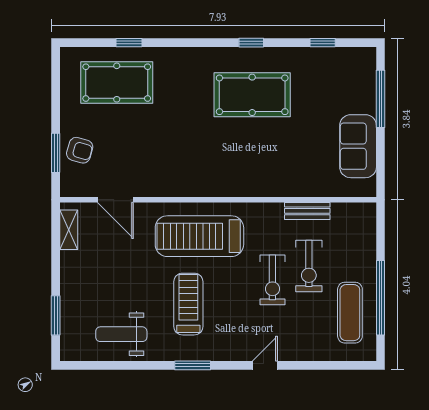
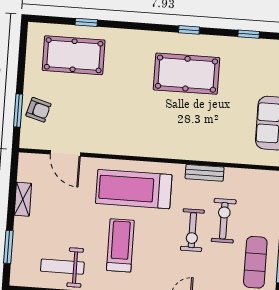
bench: (307, 211) -> (205, 173), moved
shelving: (69, 230) -> (23, 199), moved
exercise bike: (309, 266) -> (224, 221), turned 180

